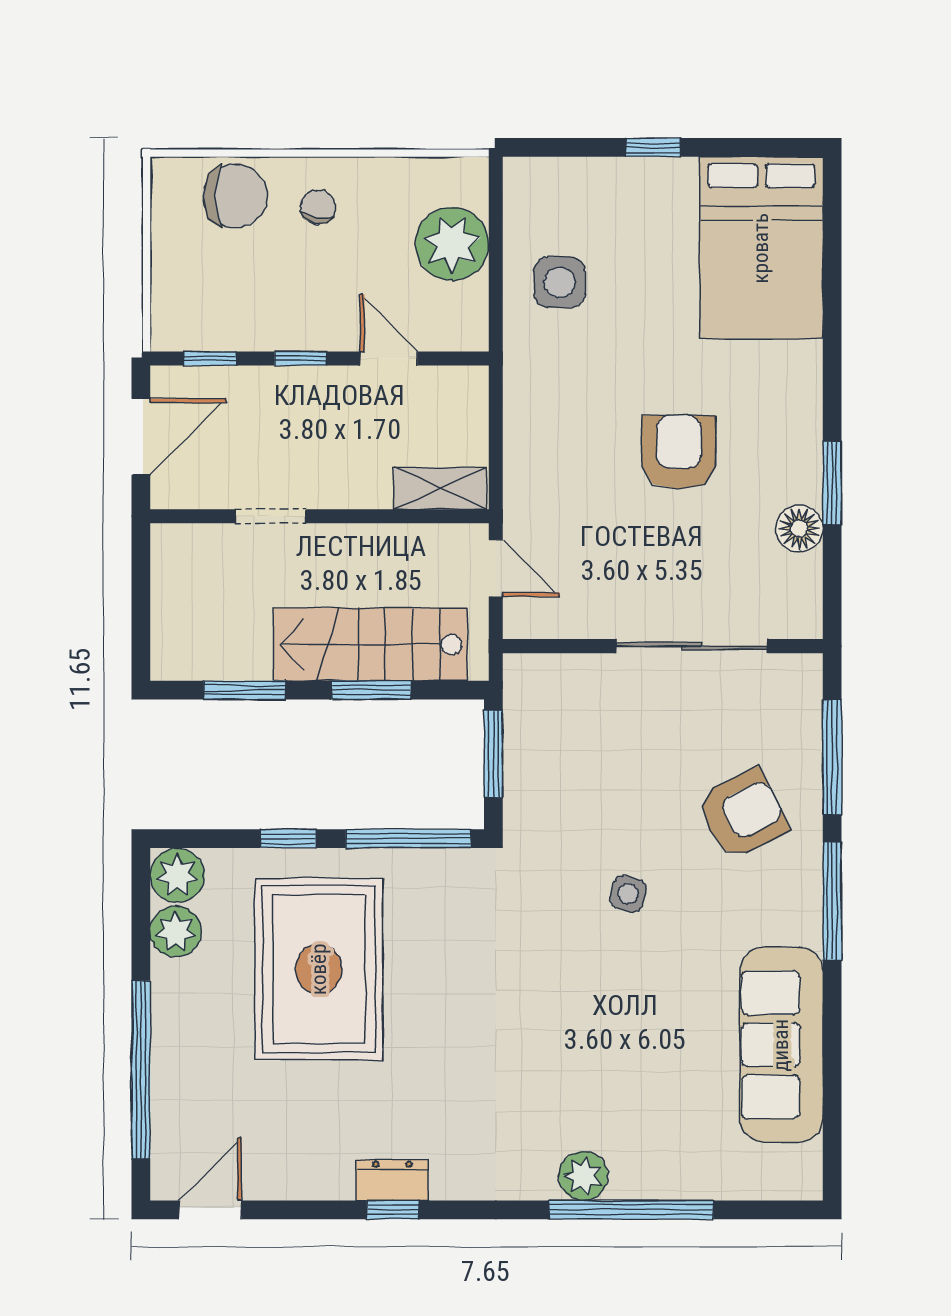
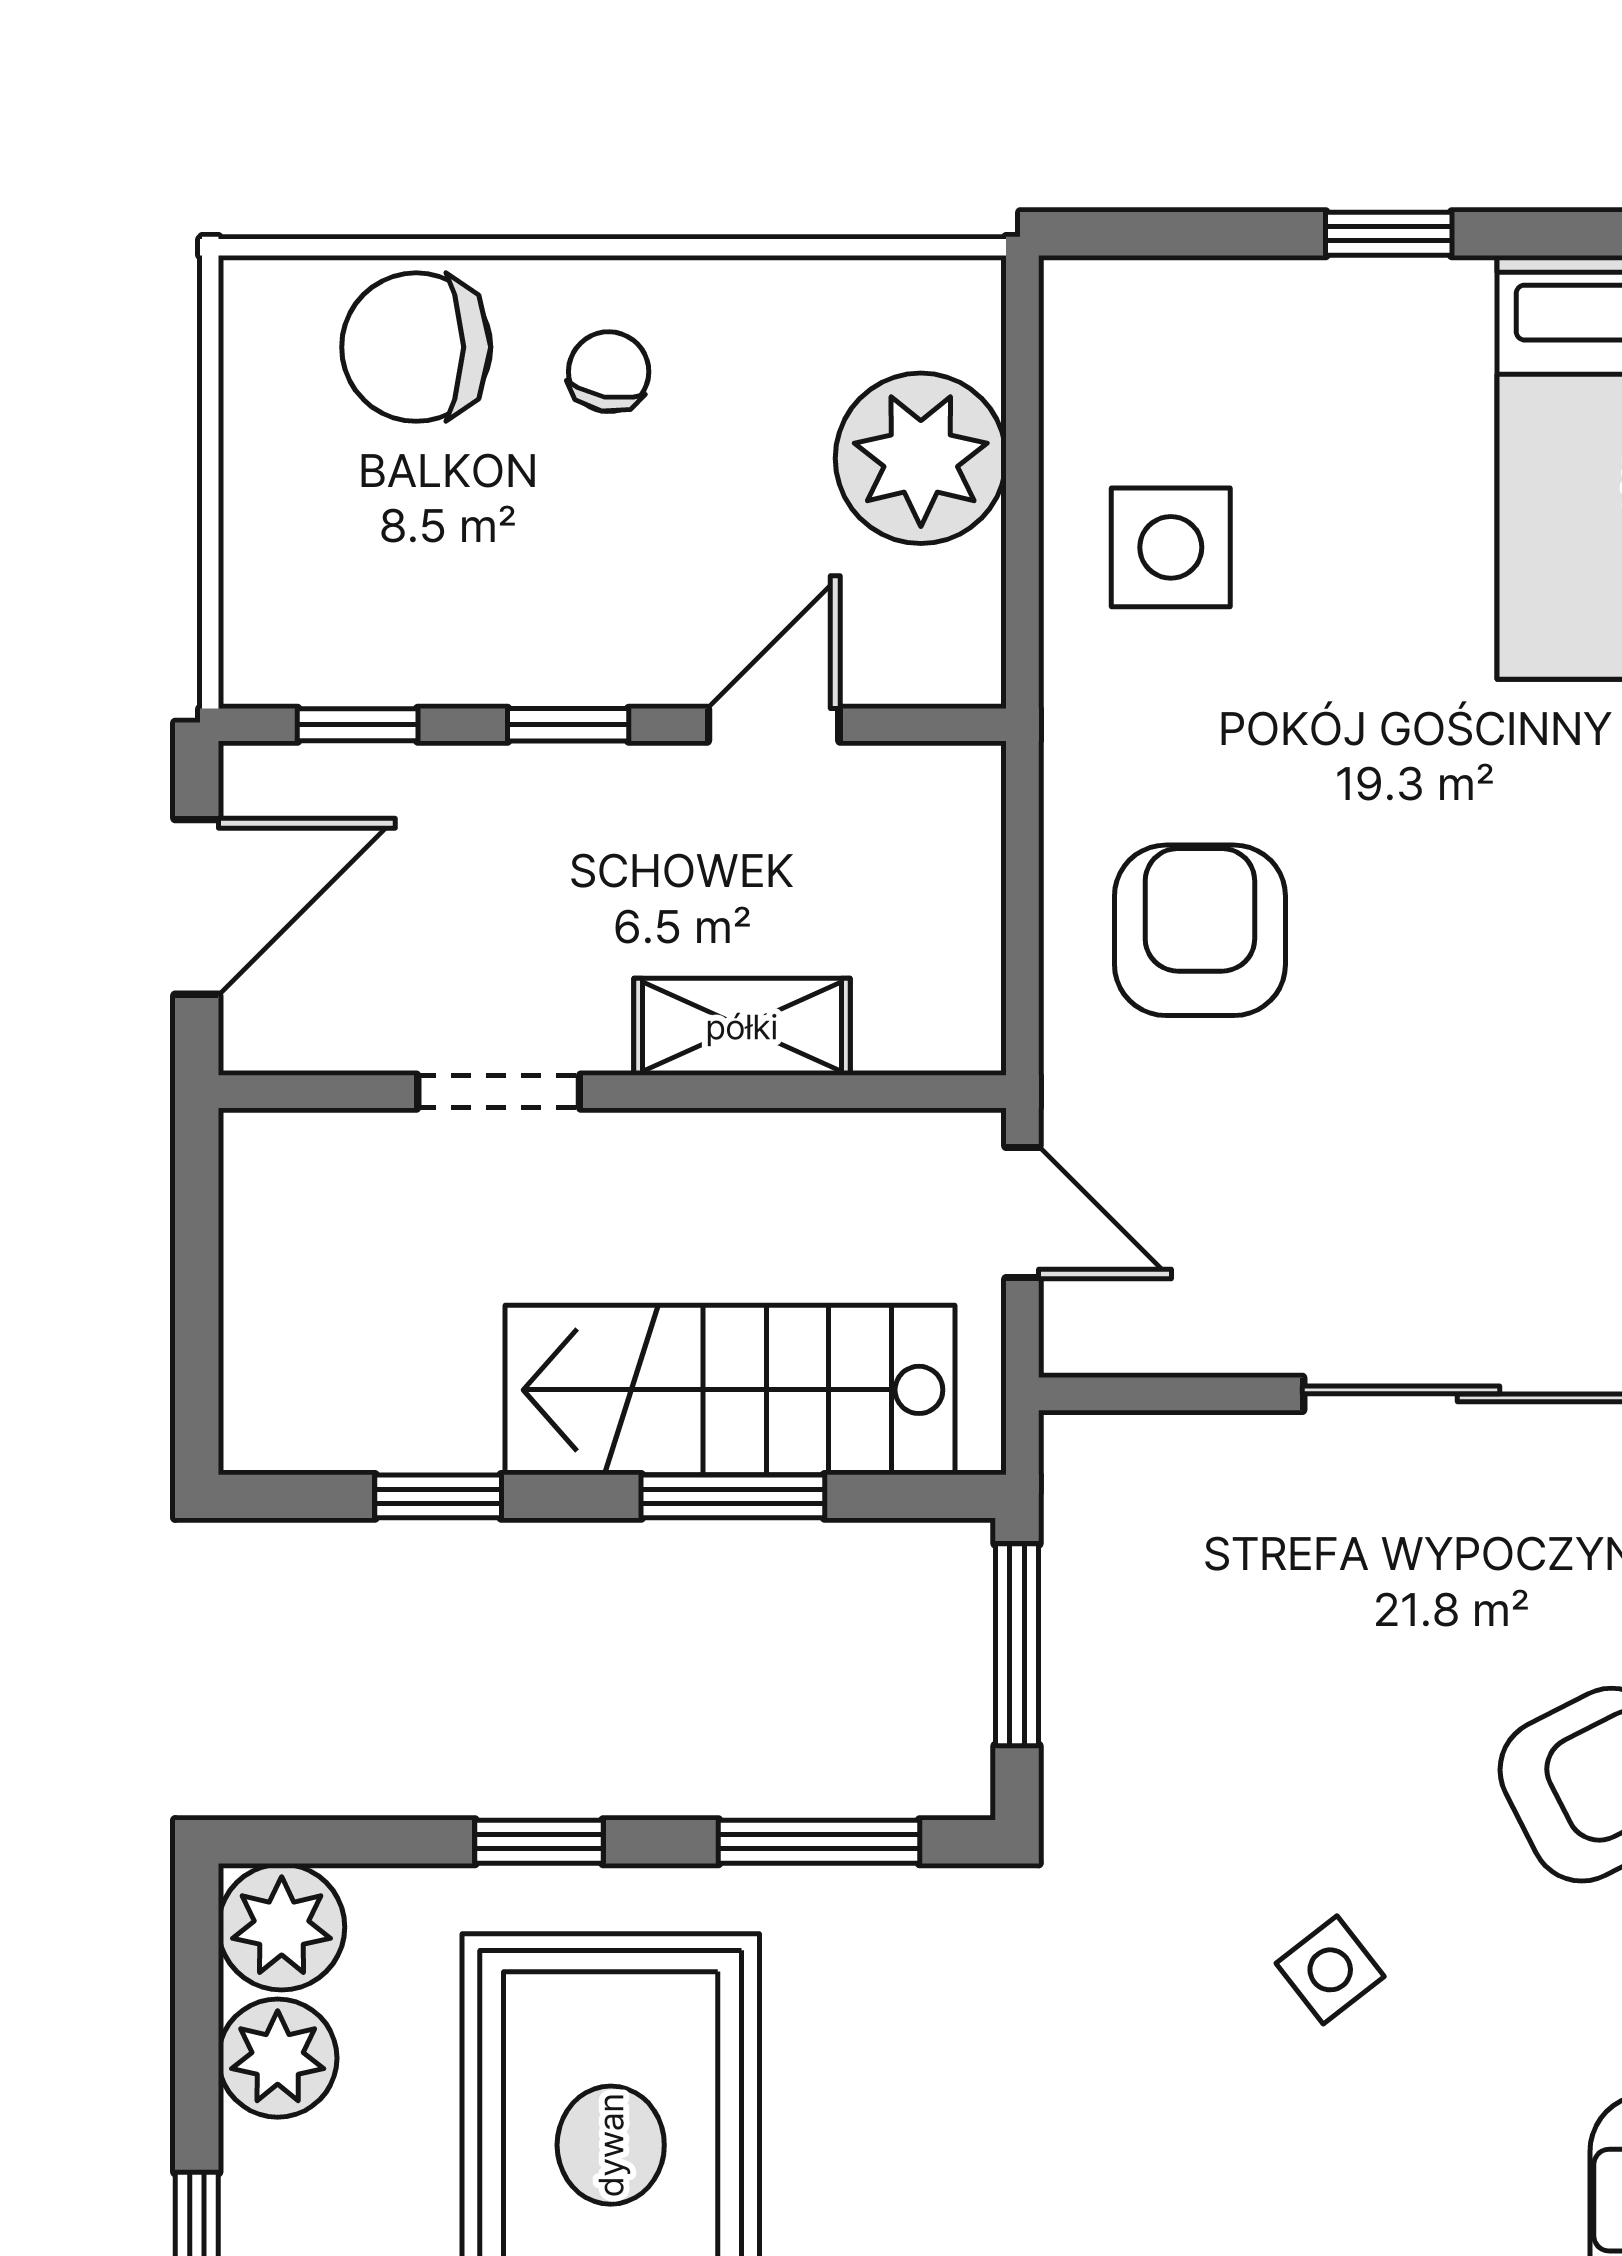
chair: (235, 196) -> (416, 347), turned 180
door: (389, 358) -> (774, 725), hinge flipped
armchair: (679, 452) -> (1200, 930), moved
shelving: (440, 488) -> (742, 1027), moved
window: (245, 690) -> (438, 1496), width x0.67
window: (408, 839) -> (819, 1842), width x0.69
side table: (628, 894) -> (1330, 1970), turned 36

